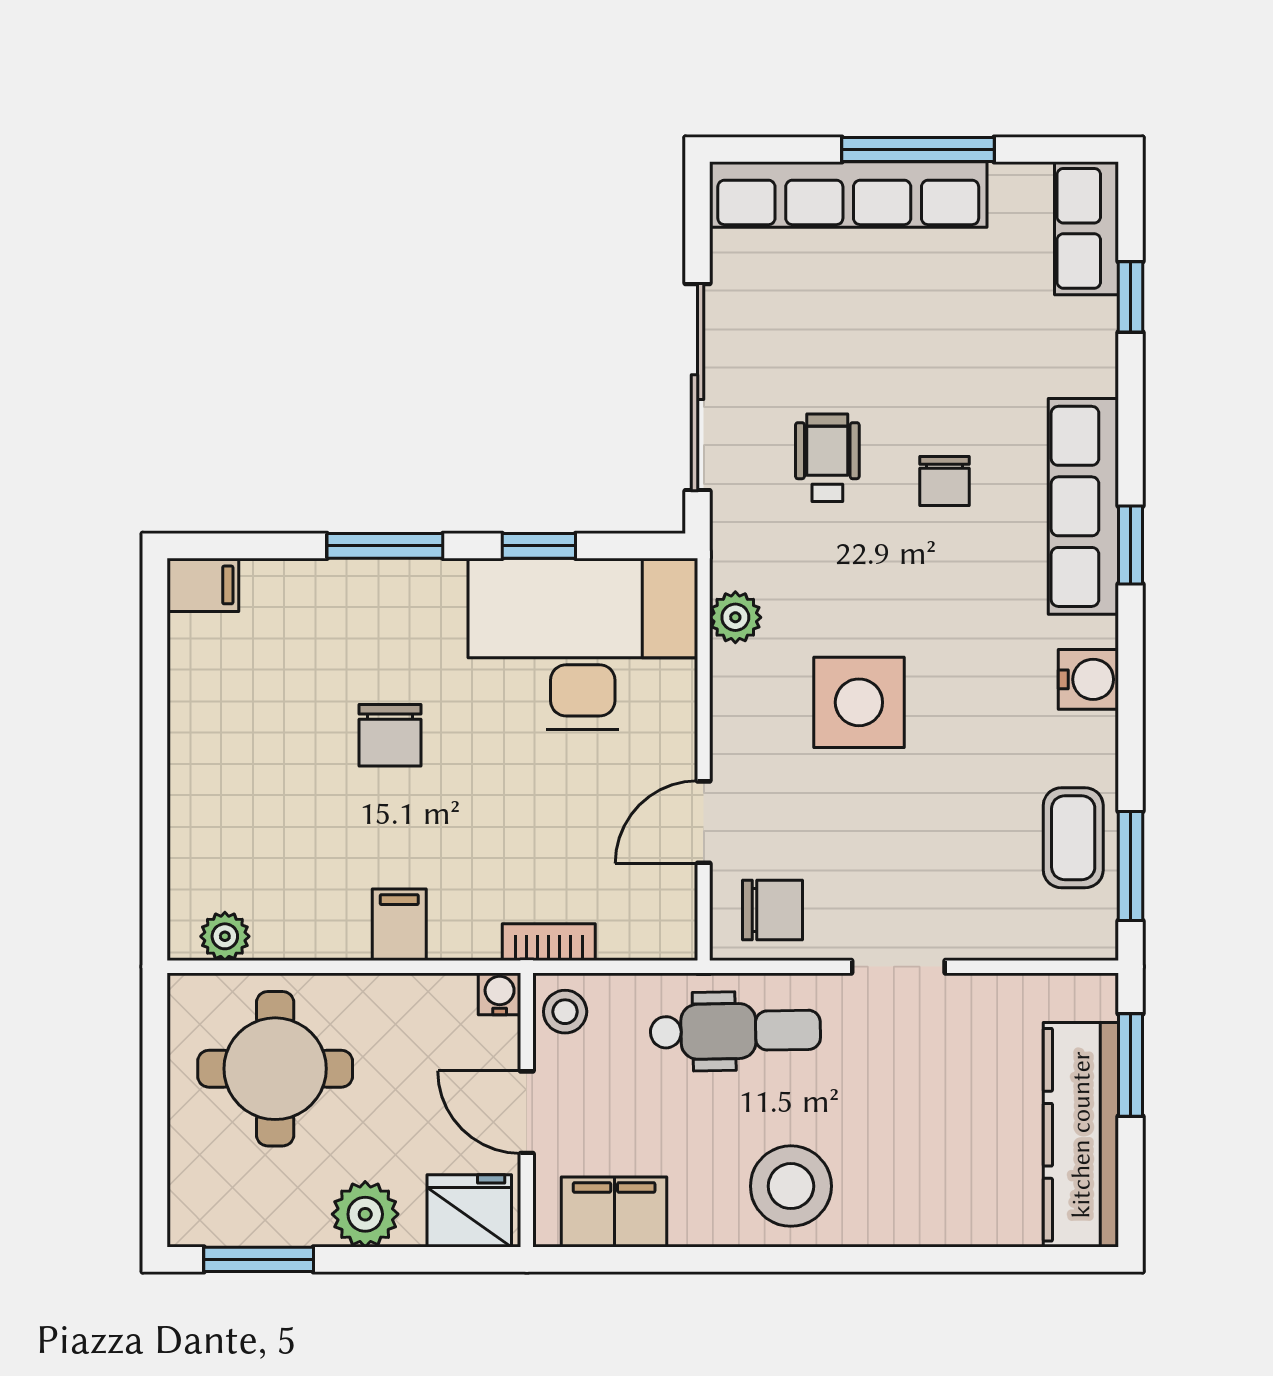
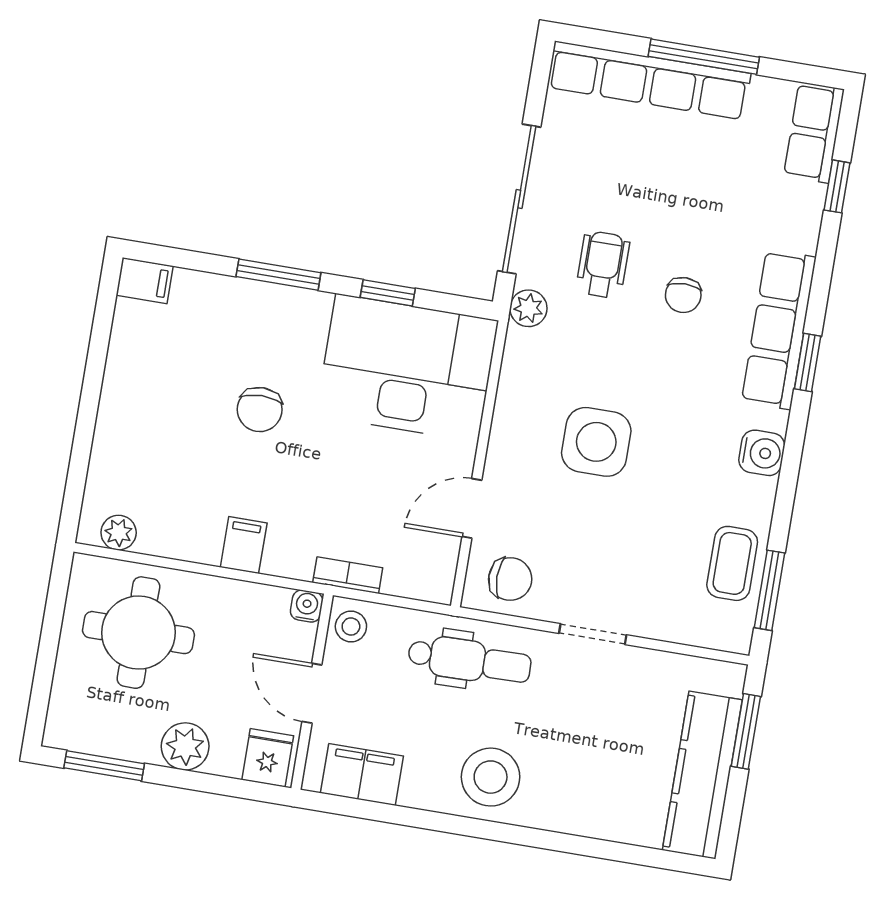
plant: (735, 617) -> (528, 308), moved
fridge: (469, 1211) -> (268, 758), width x0.72

